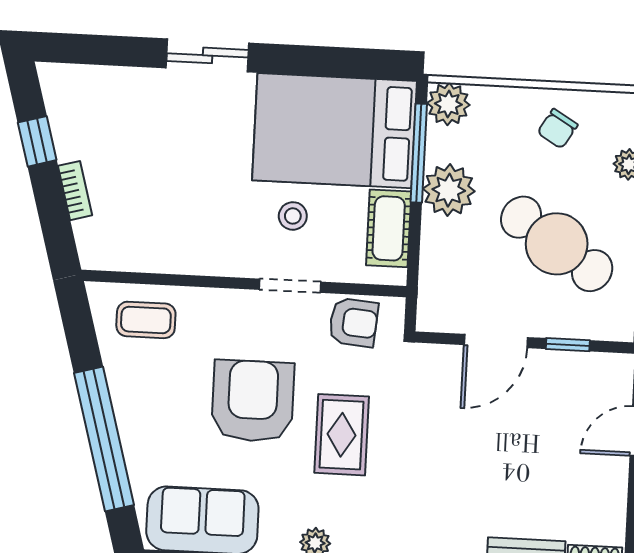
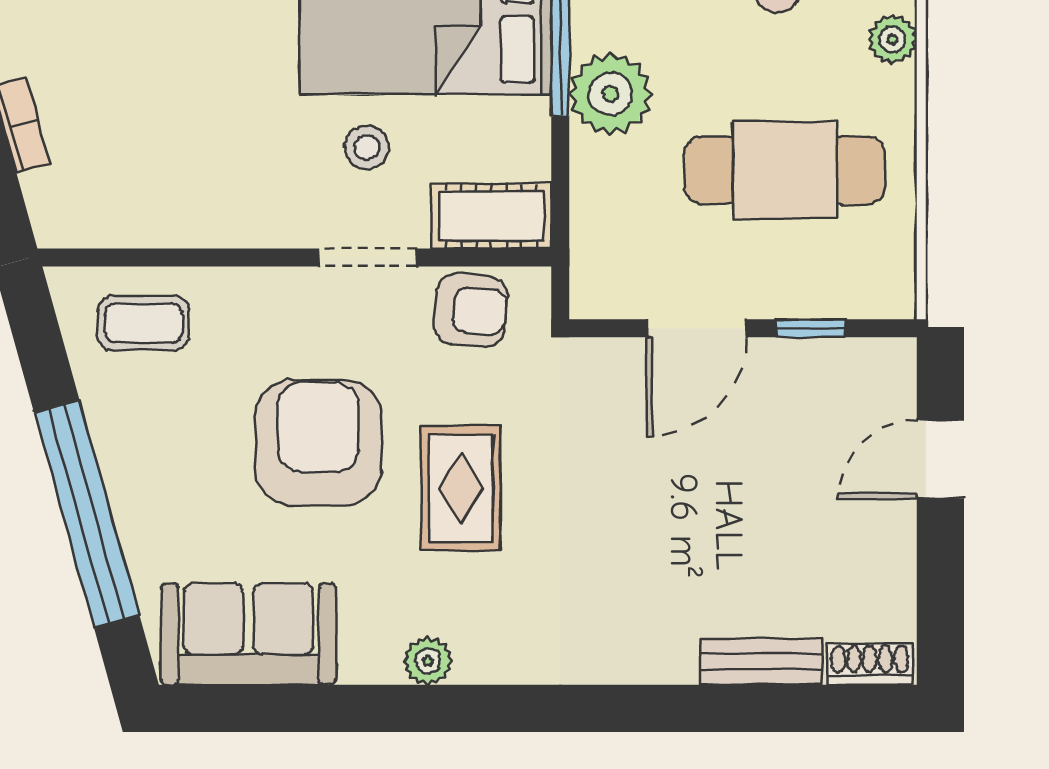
cot: (389, 228) -> (491, 216), moved, turned 90
cafe table: (557, 244) -> (785, 170), turned -34

